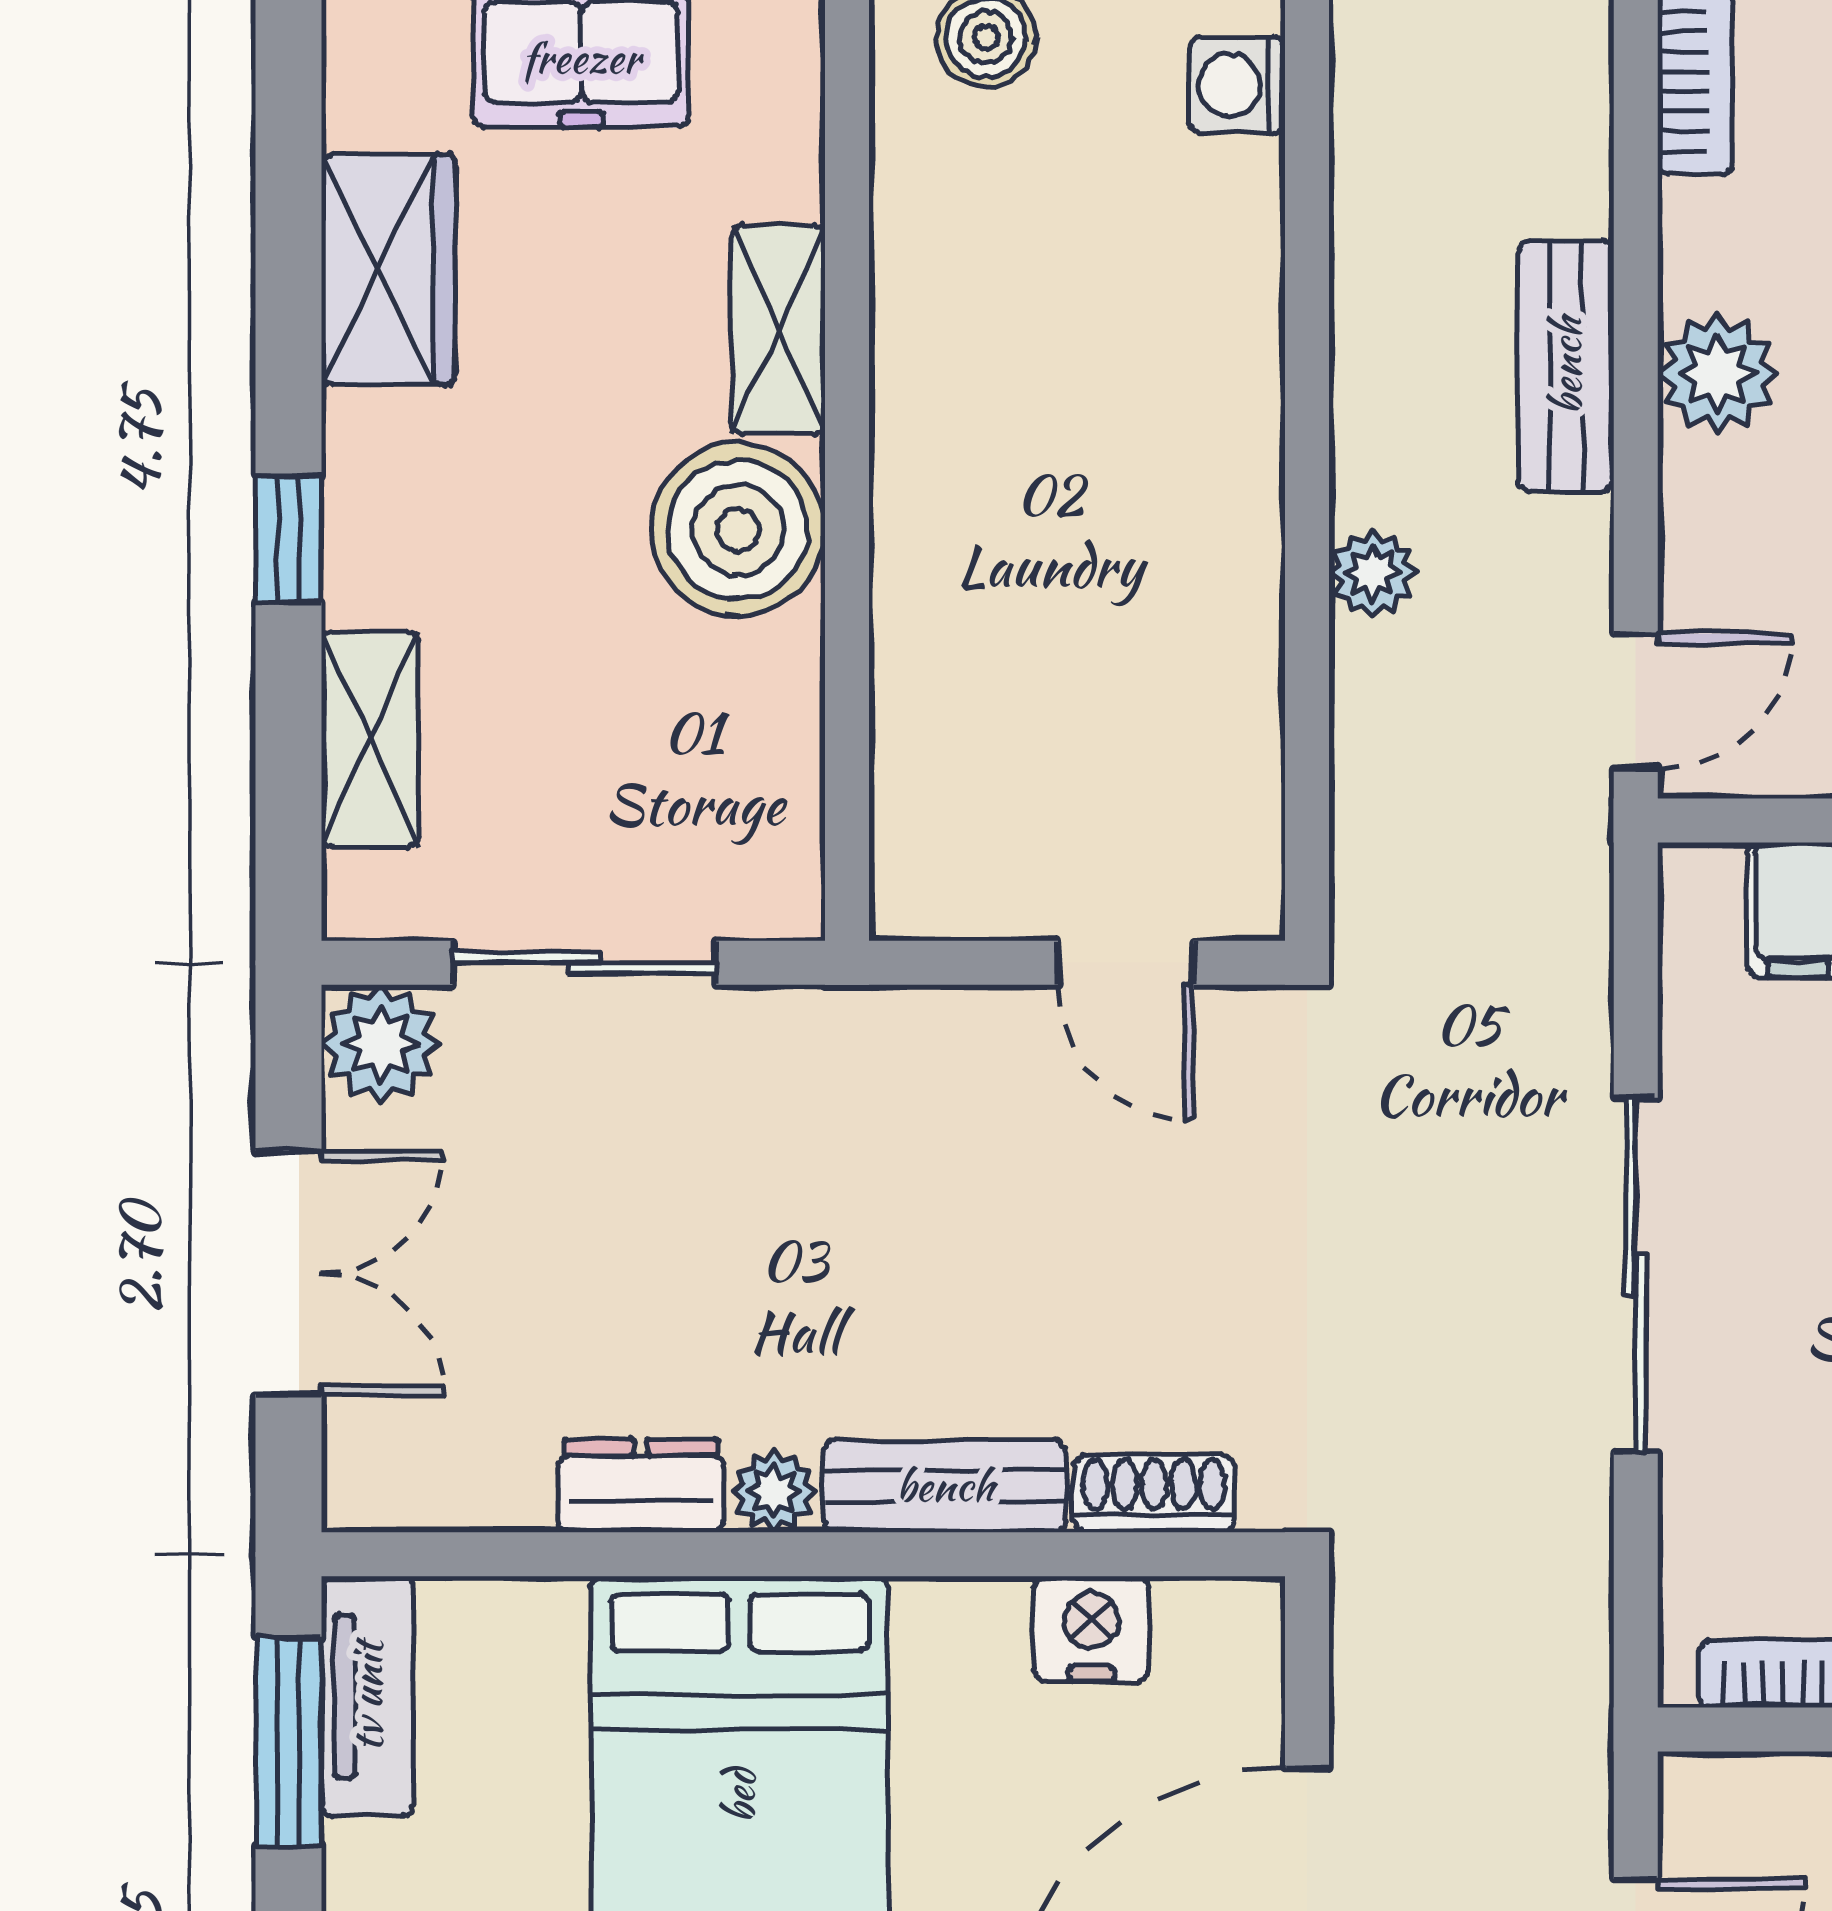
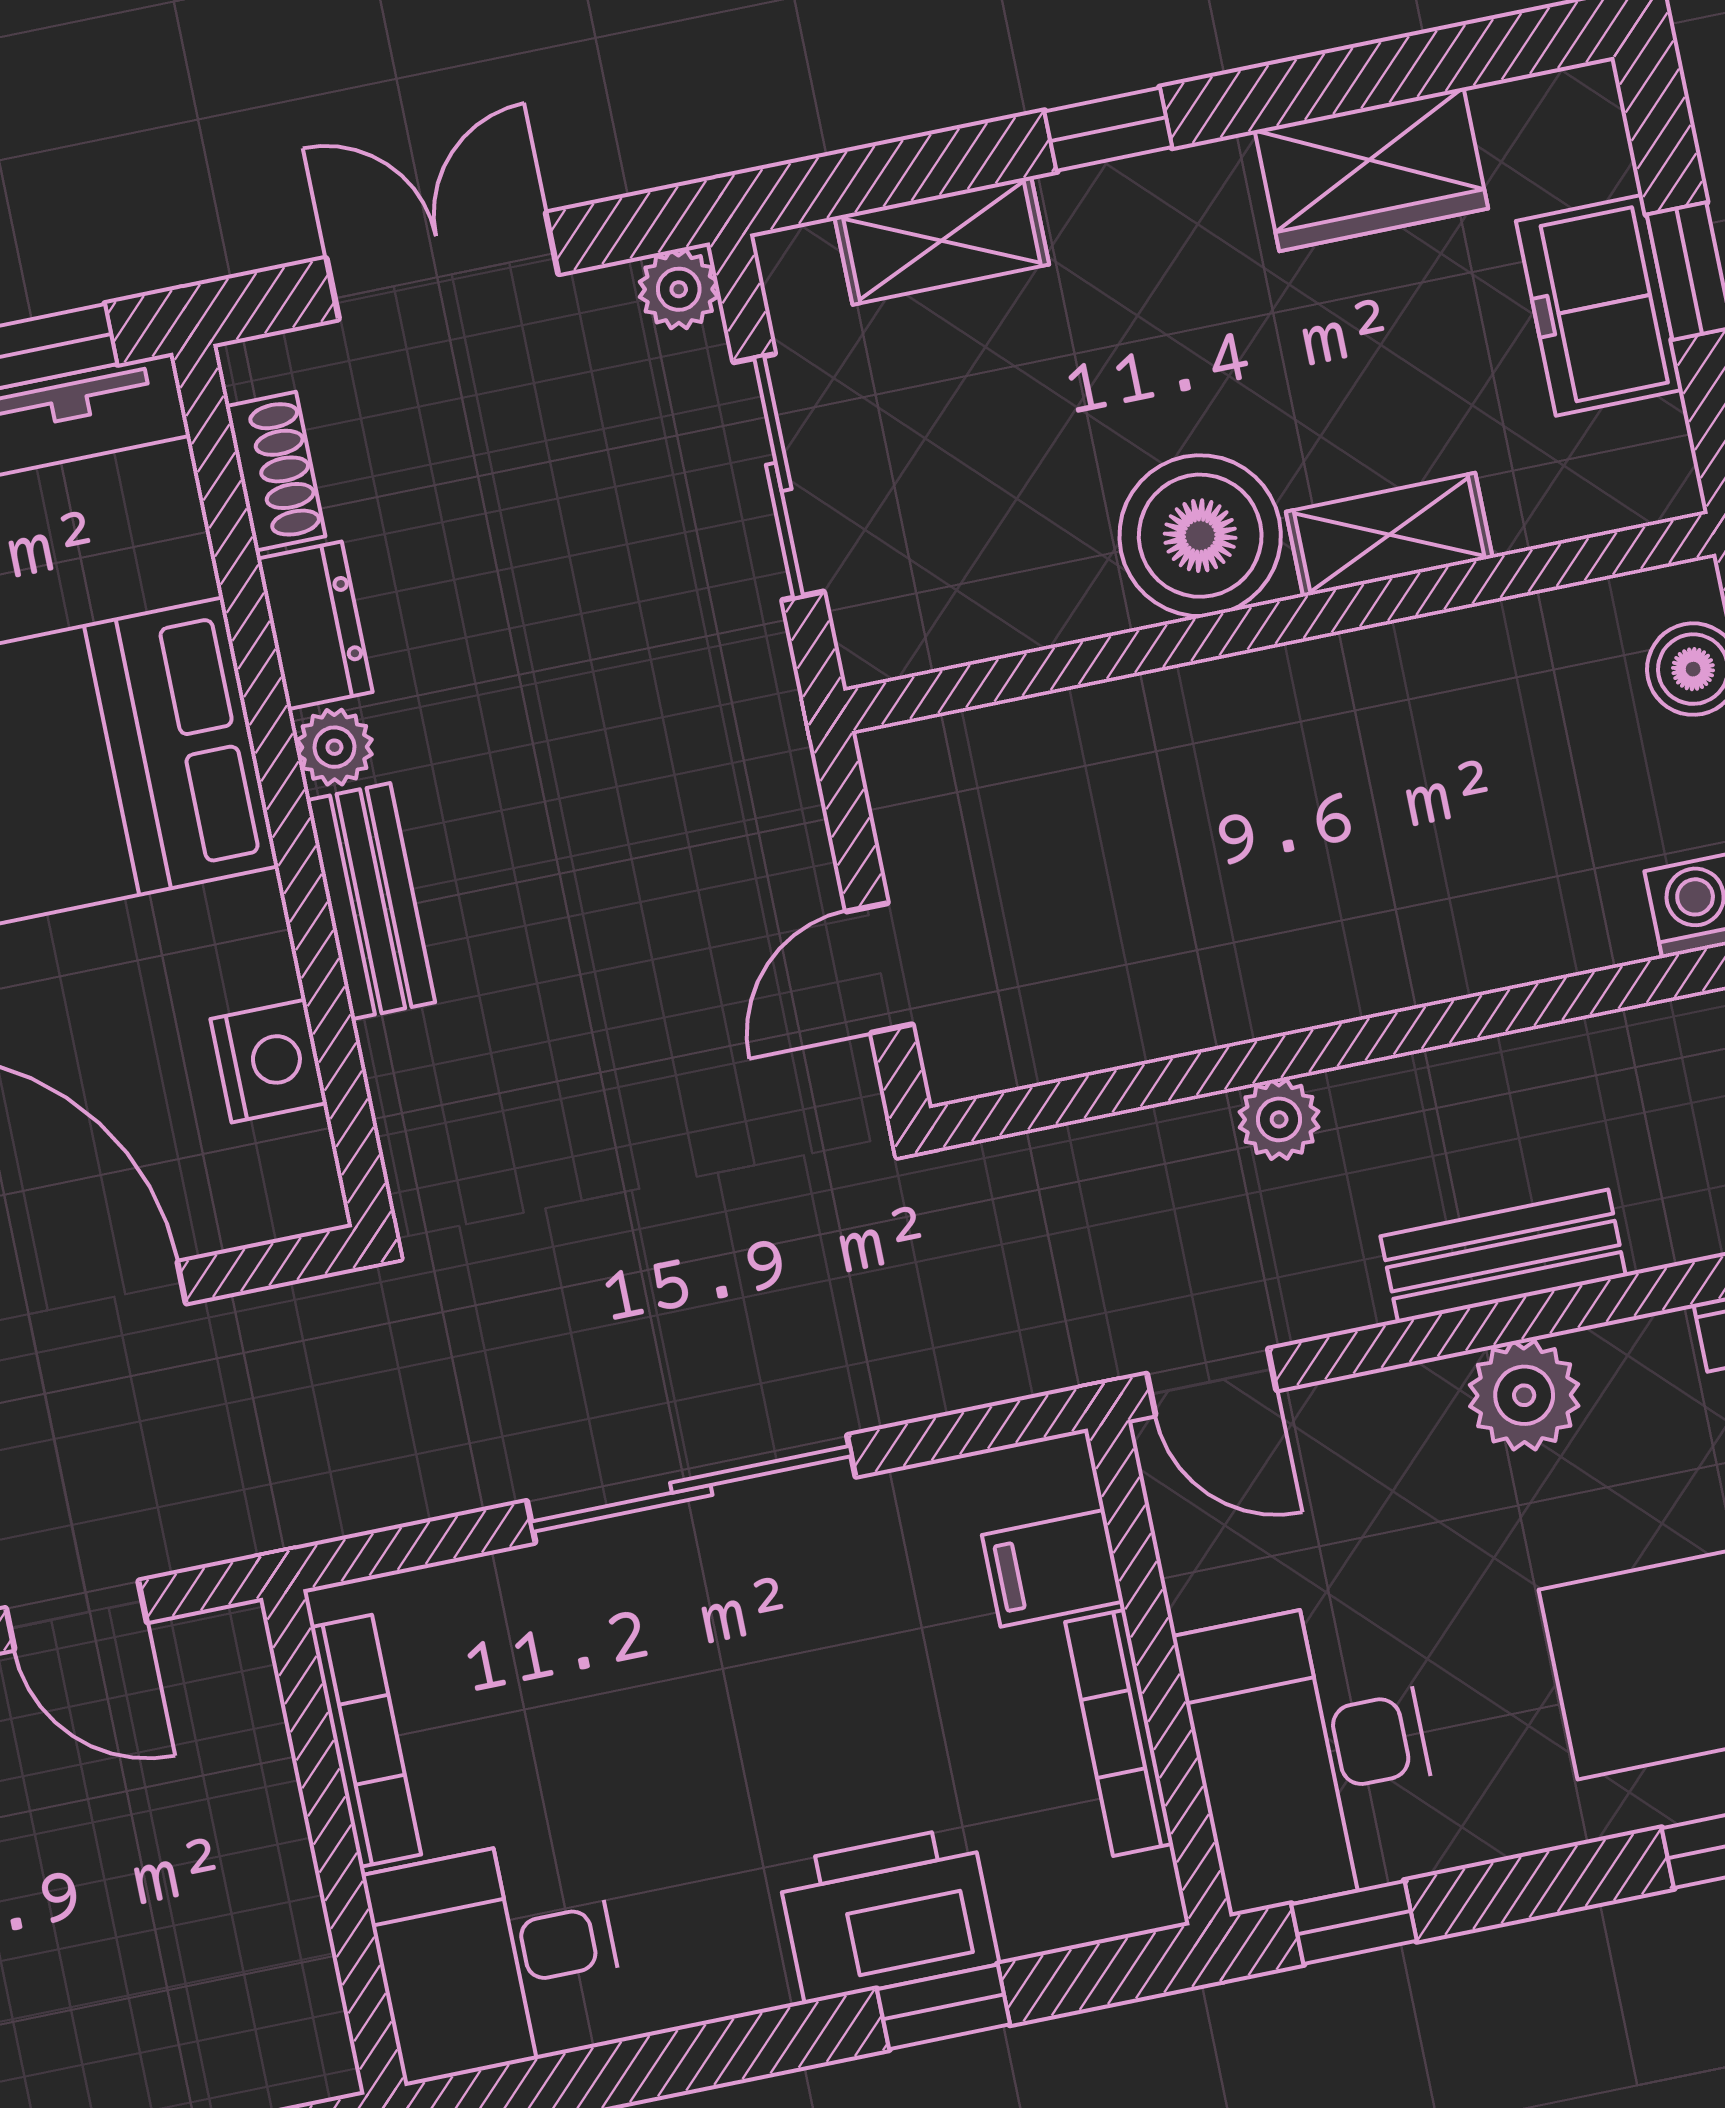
plant: (380, 1044) -> (679, 289), width x0.73, depth x0.73
double door: (288, 1273) -> (442, 266), swing flipped
shoe rack: (1154, 1494) -> (275, 471), moved

